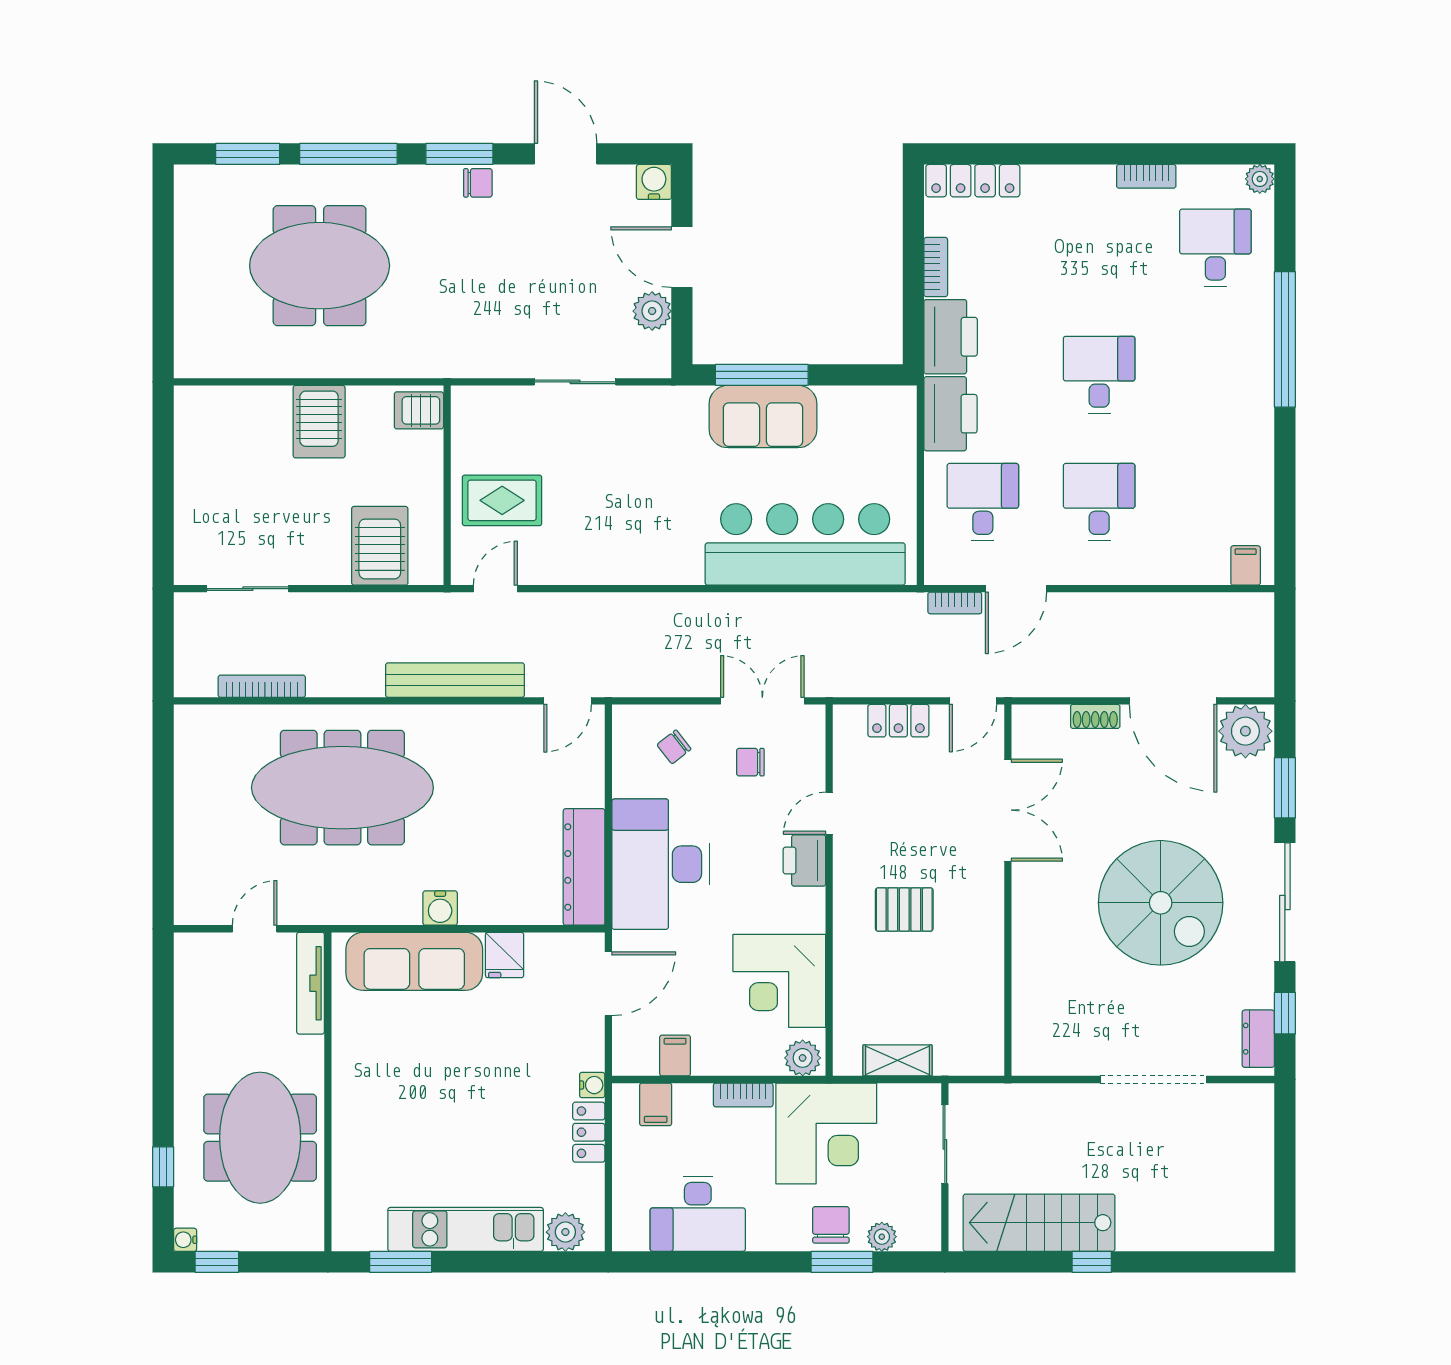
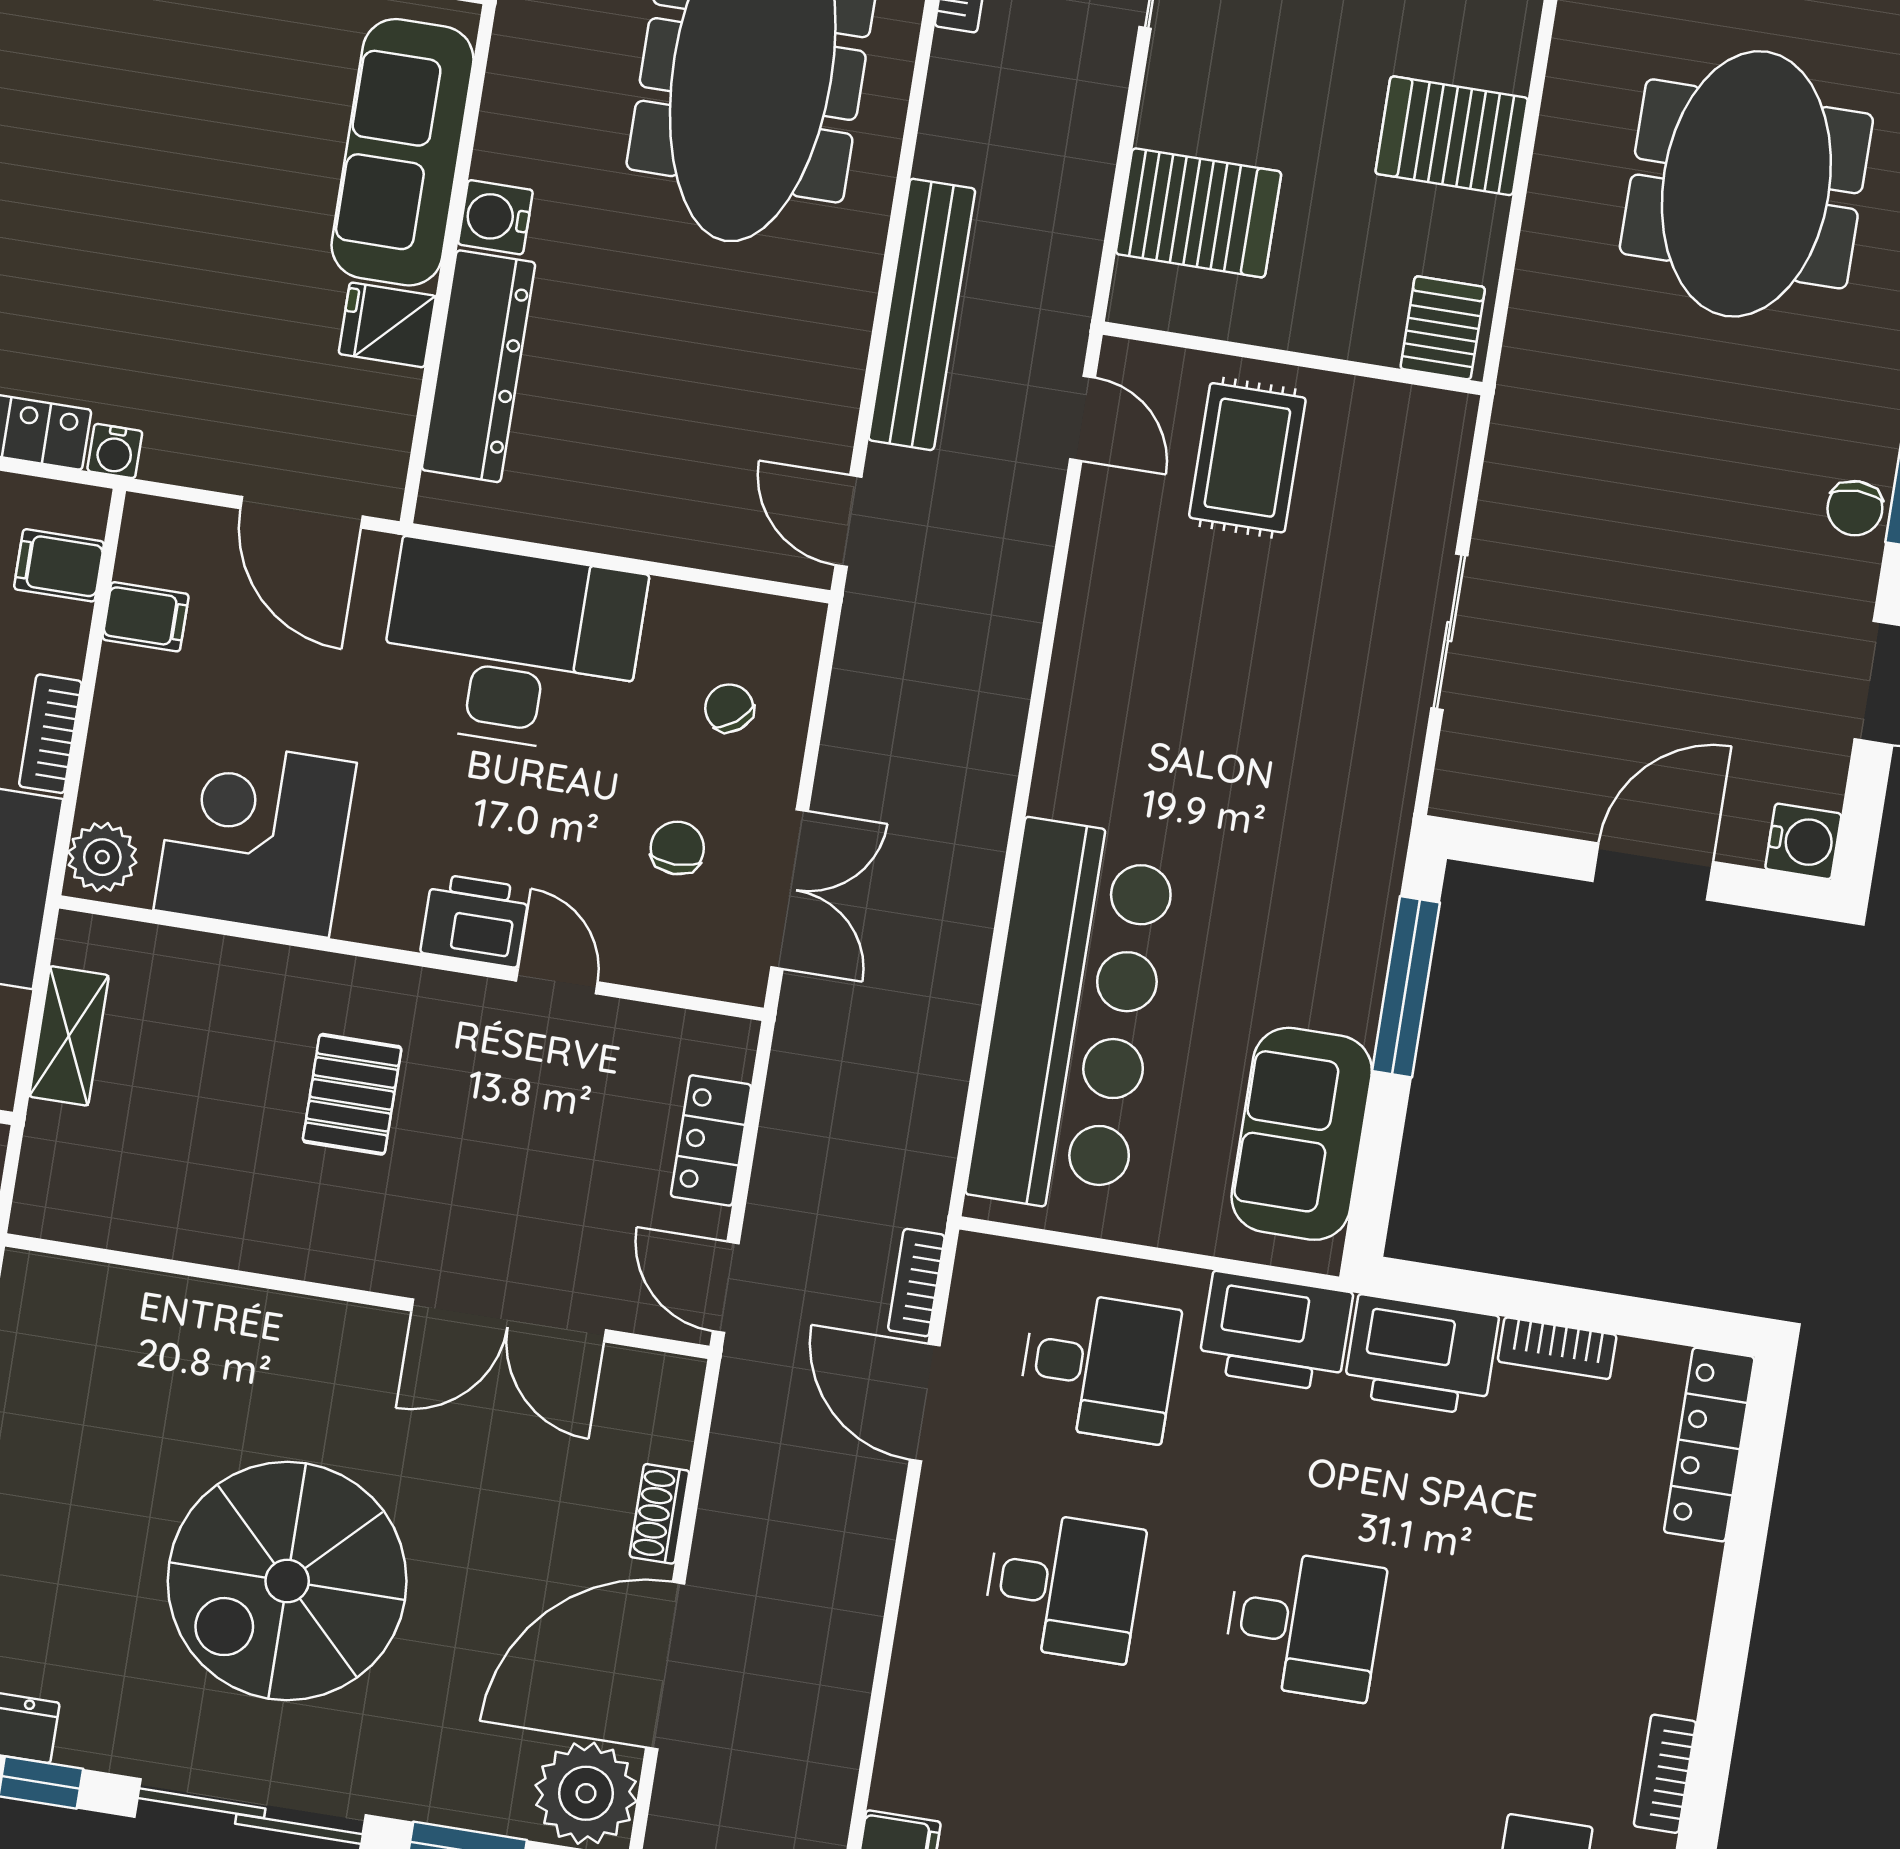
plant: (652, 311) -> (1560, 799), removed
sofa: (763, 417) -> (1302, 1134), moved
dresser: (584, 867) -> (479, 366), moved, turned 90

